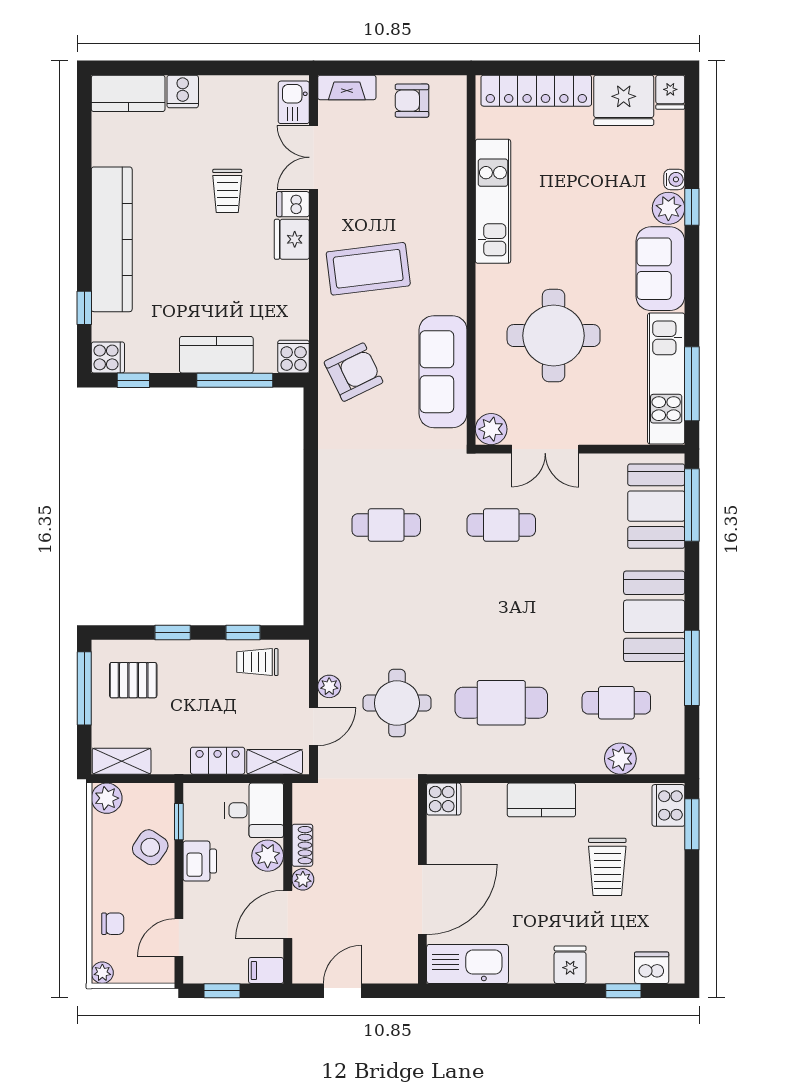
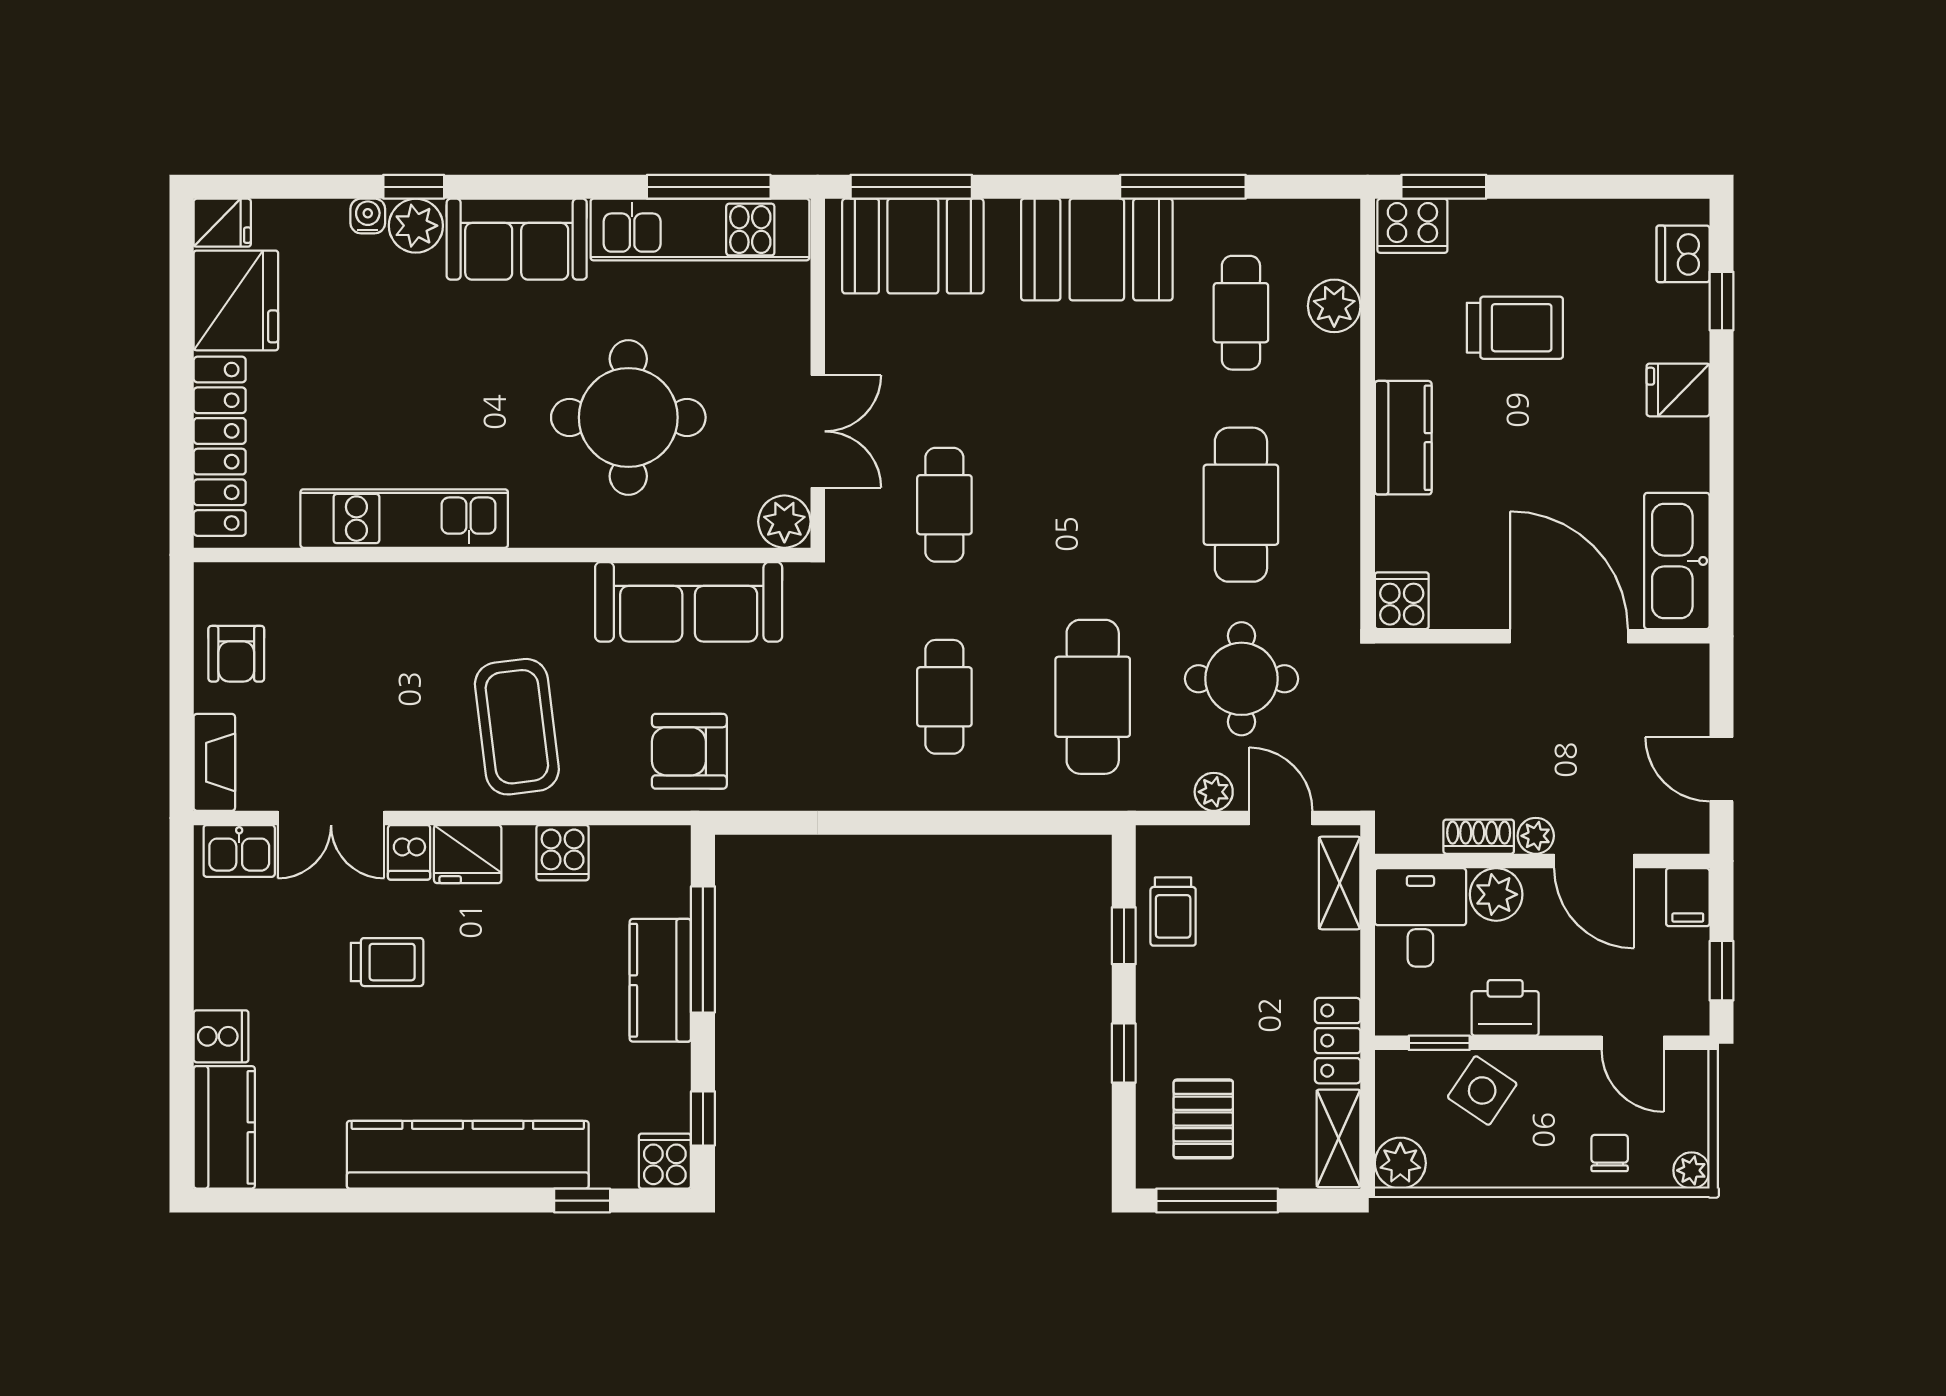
cooker: (294, 357) -> (563, 853), moved, turned -90
armchair: (354, 372) -> (689, 751), turned -64
cafe table: (386, 614) -> (1093, 697), added
locker: (218, 761) -> (1338, 1041), moved

